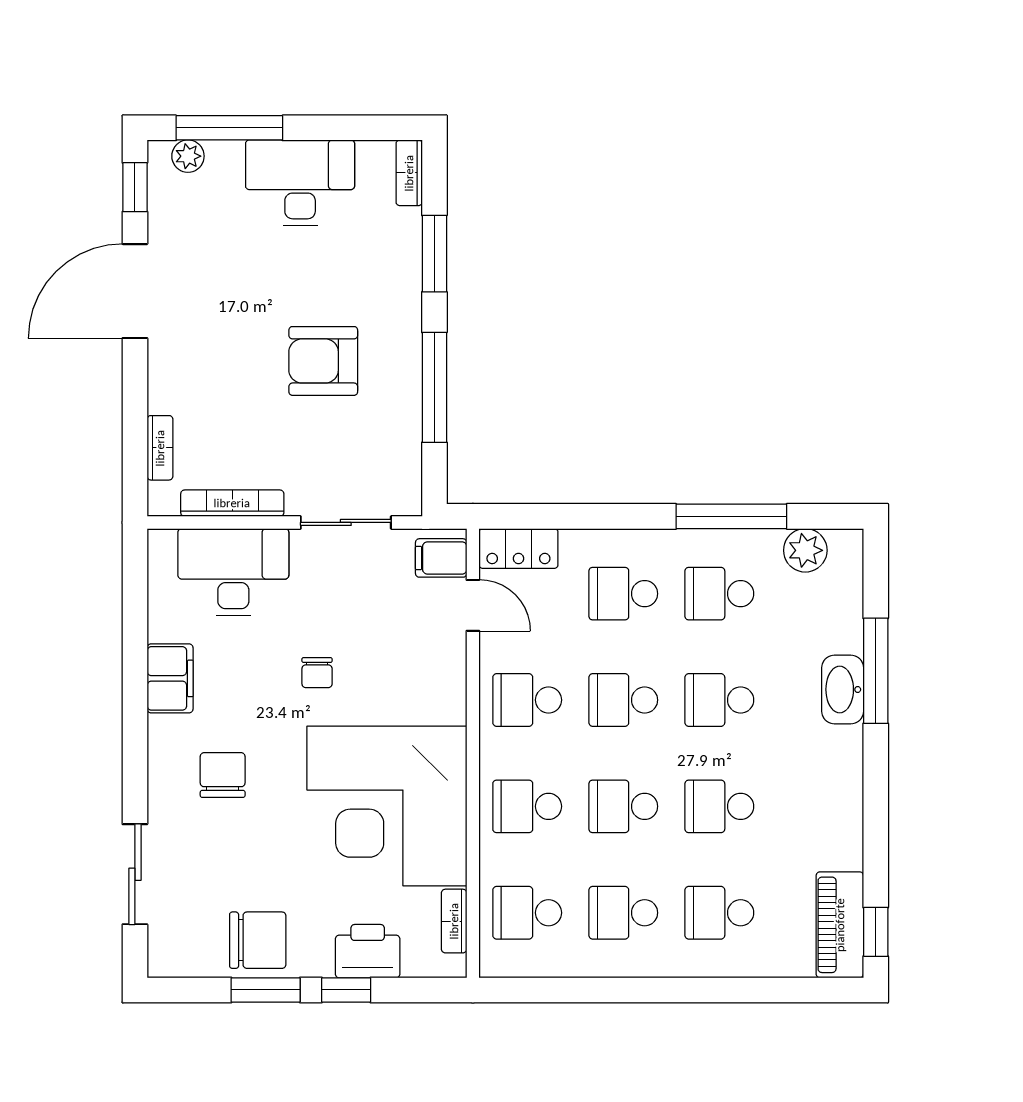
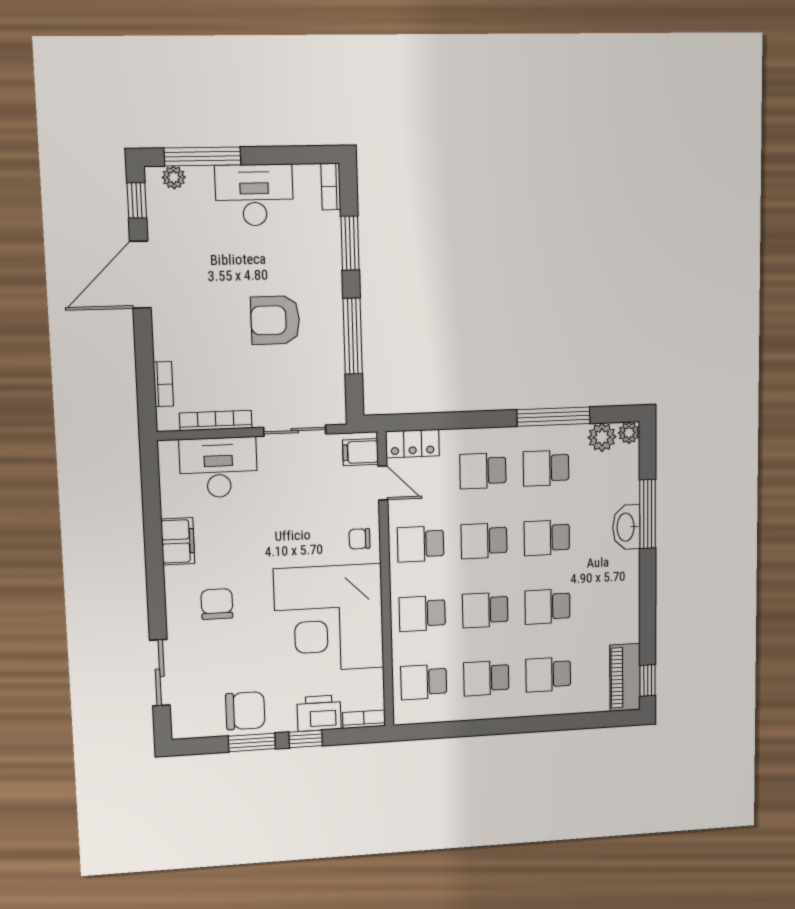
plant: (847, 545) -> (629, 433), added
chair: (317, 673) -> (360, 539), moved, turned 90
bookcase: (454, 921) -> (364, 719), moved, turned 90

